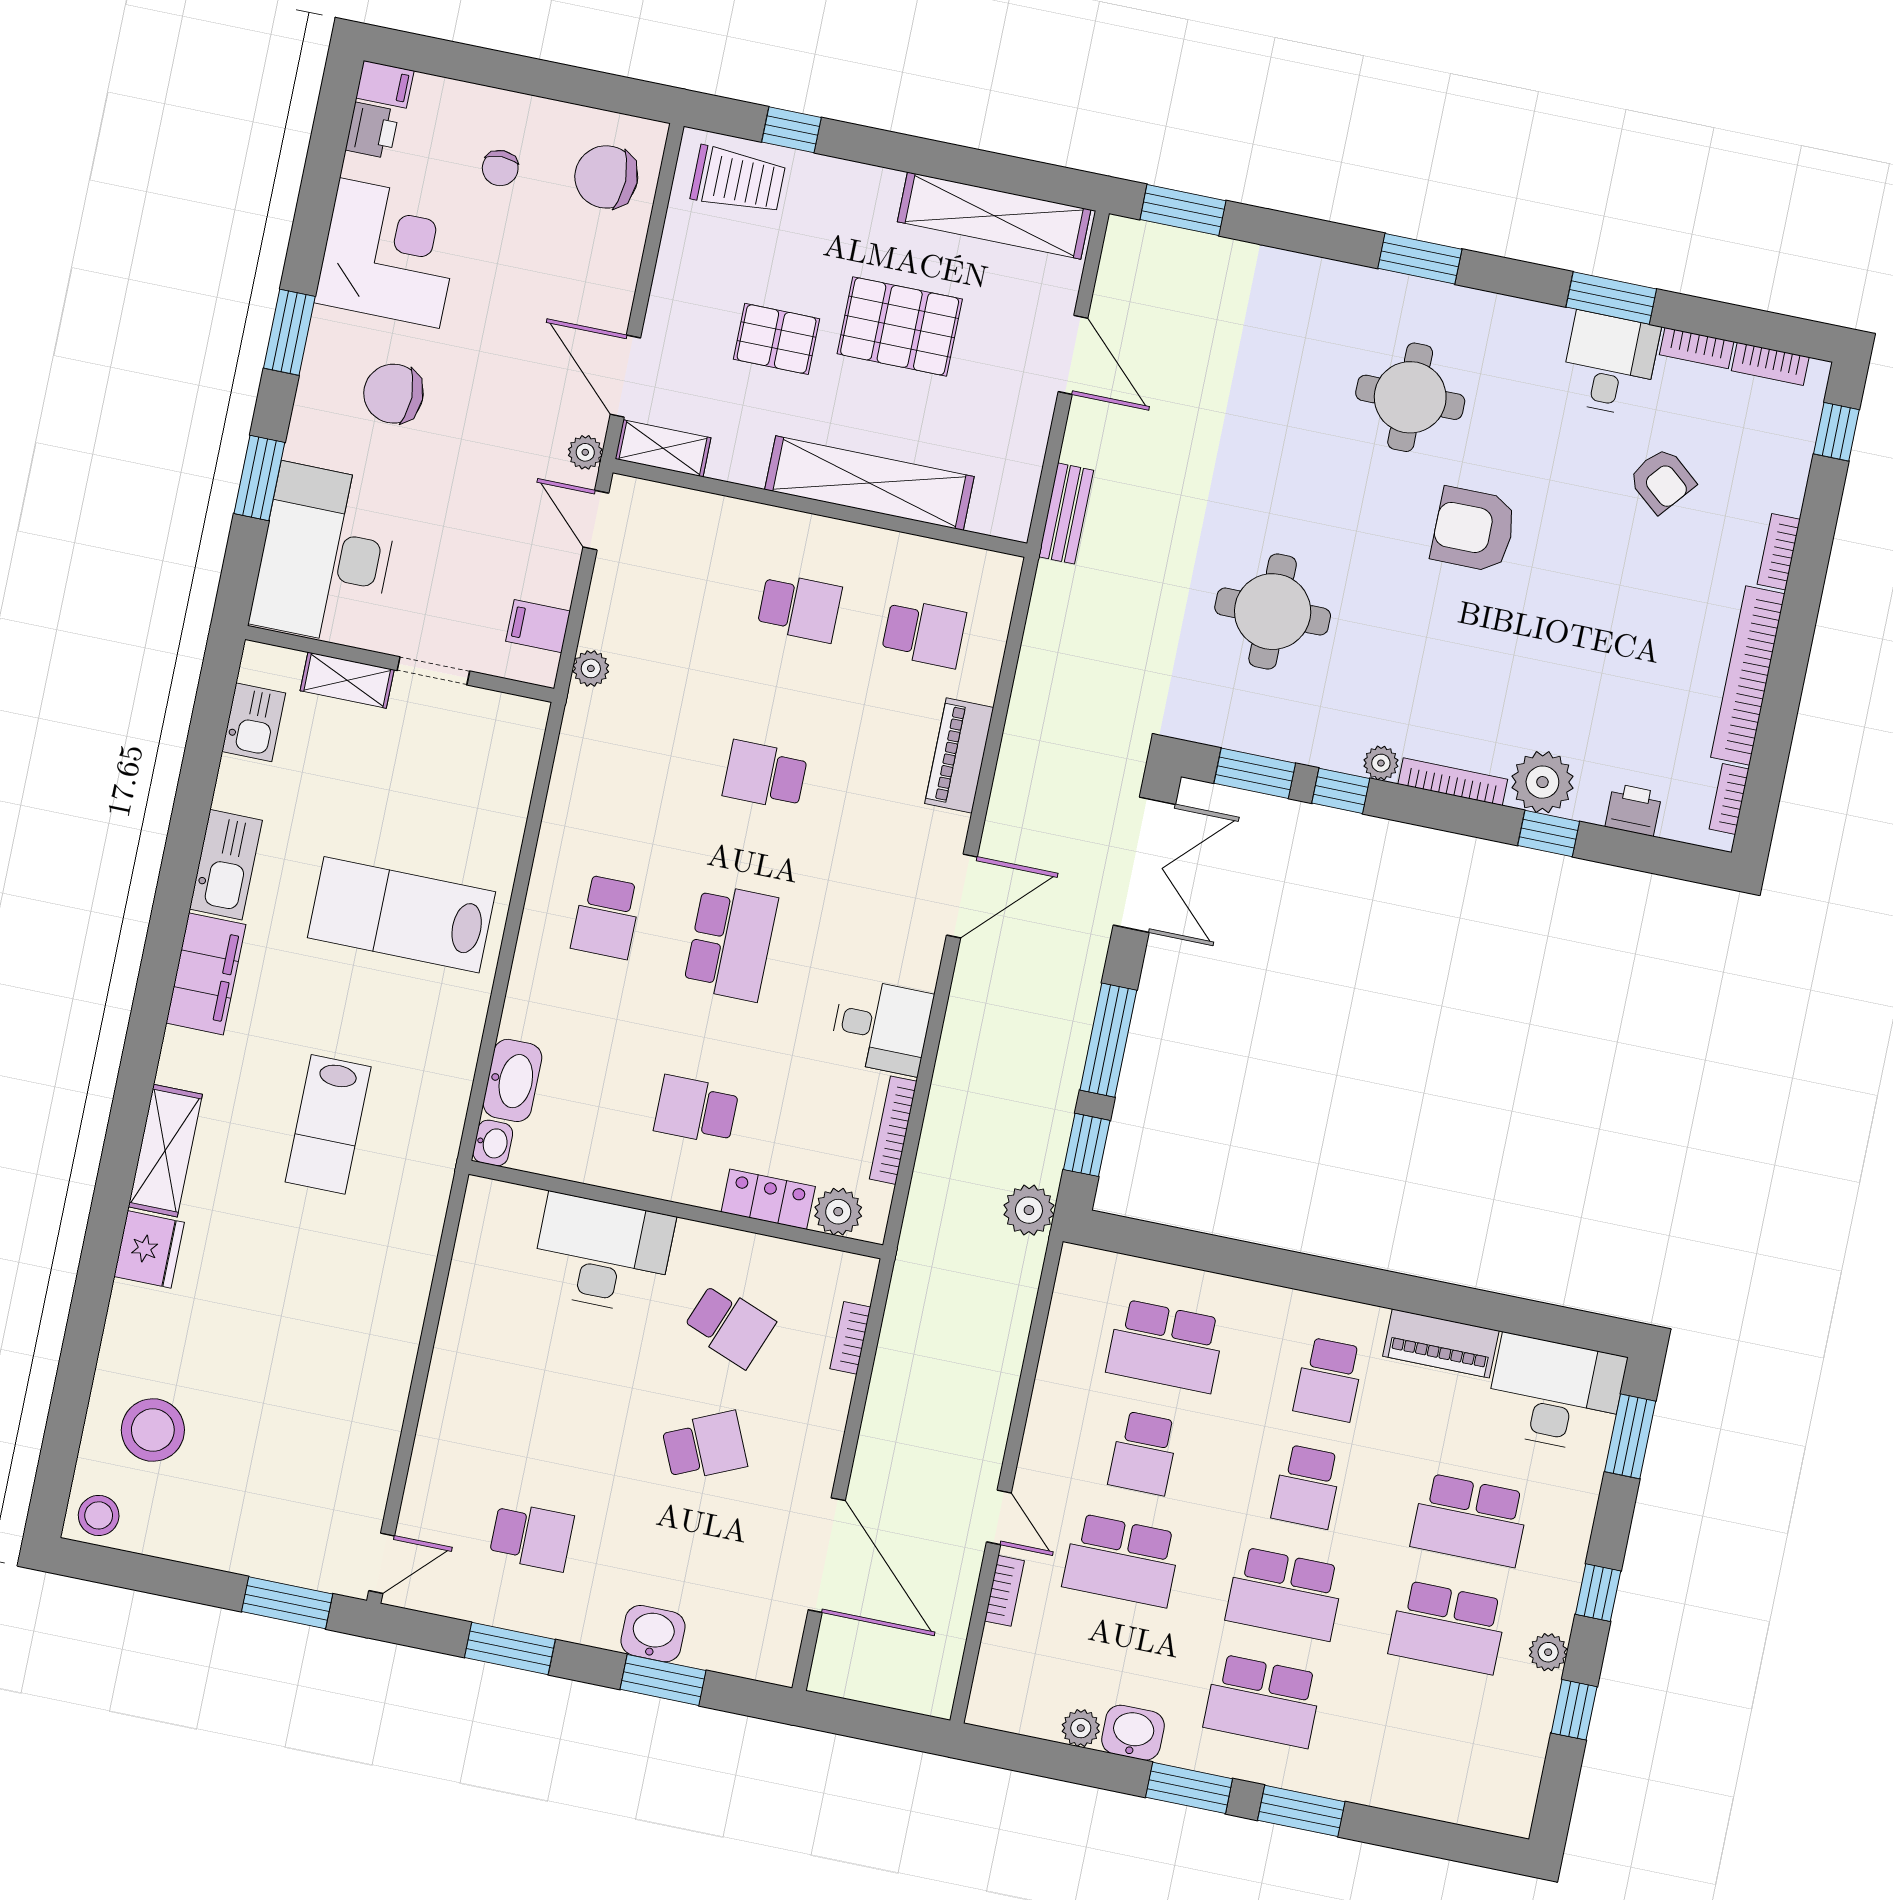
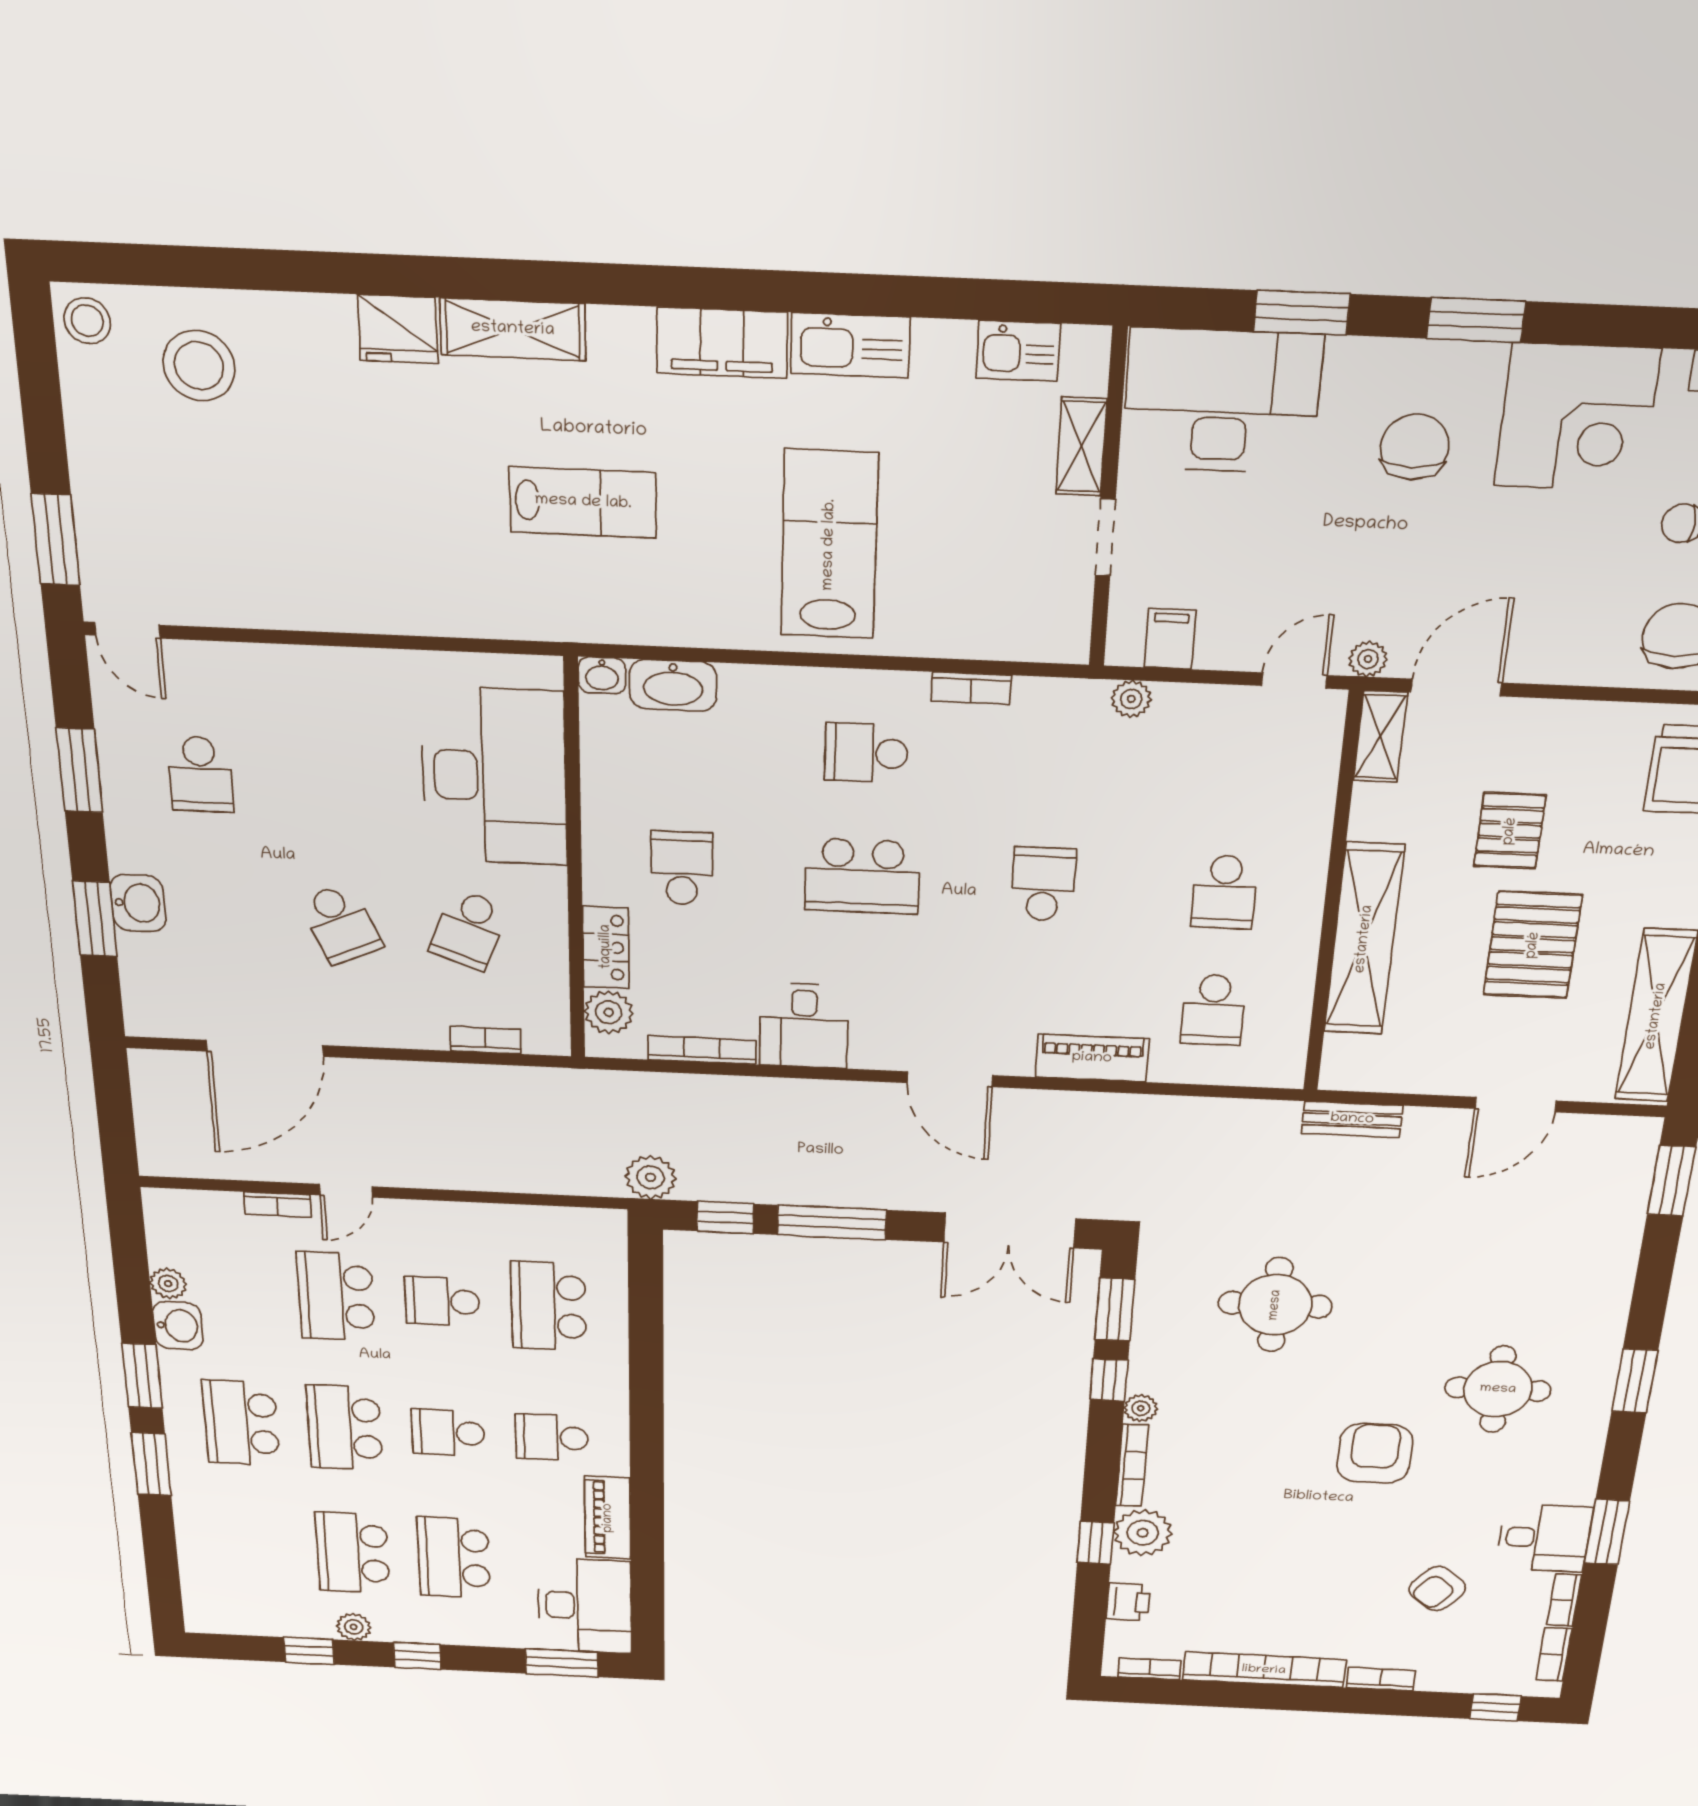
bookcase: (558, 811) -> (971, 688), added
lab bench: (328, 1124) -> (583, 502), turned 180
desk: (603, 1254) -> (494, 776), width x1.36, depth x1.30

